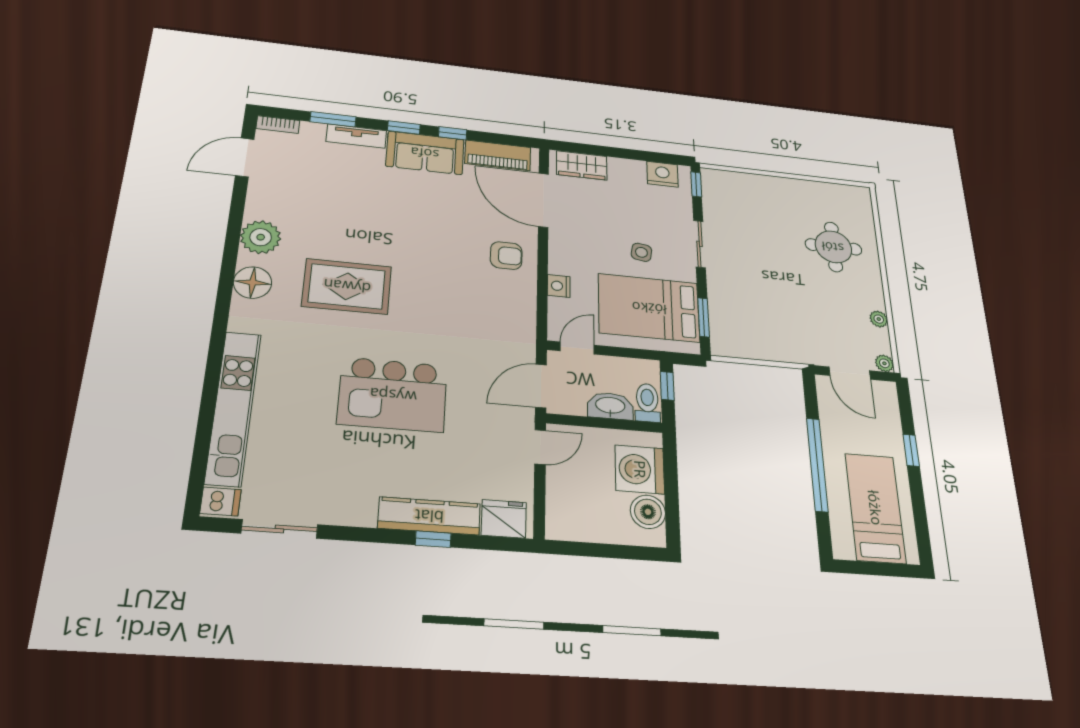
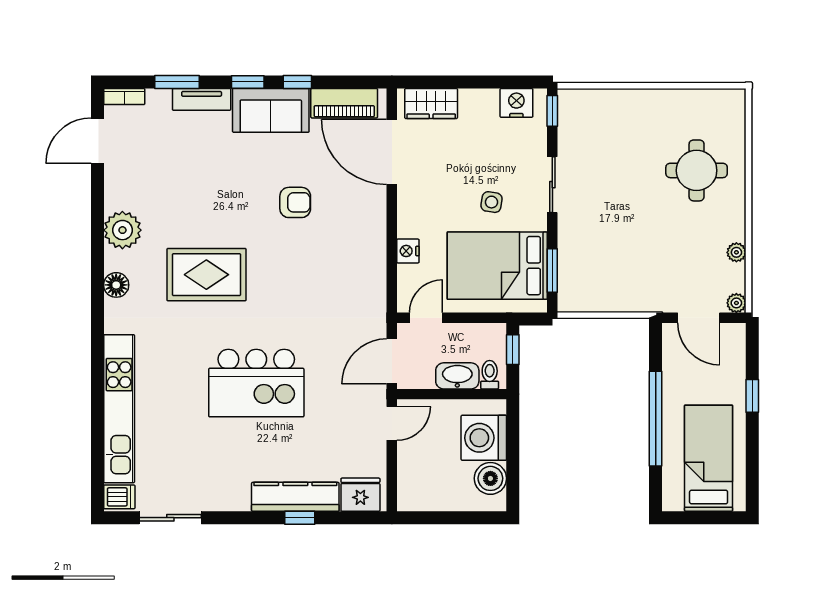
armchair: (506, 256) -> (295, 202), moved
floor lamp: (253, 283) -> (116, 285), width x0.73, depth x0.73
toilet: (647, 403) -> (490, 375), width x0.73, depth x0.72

